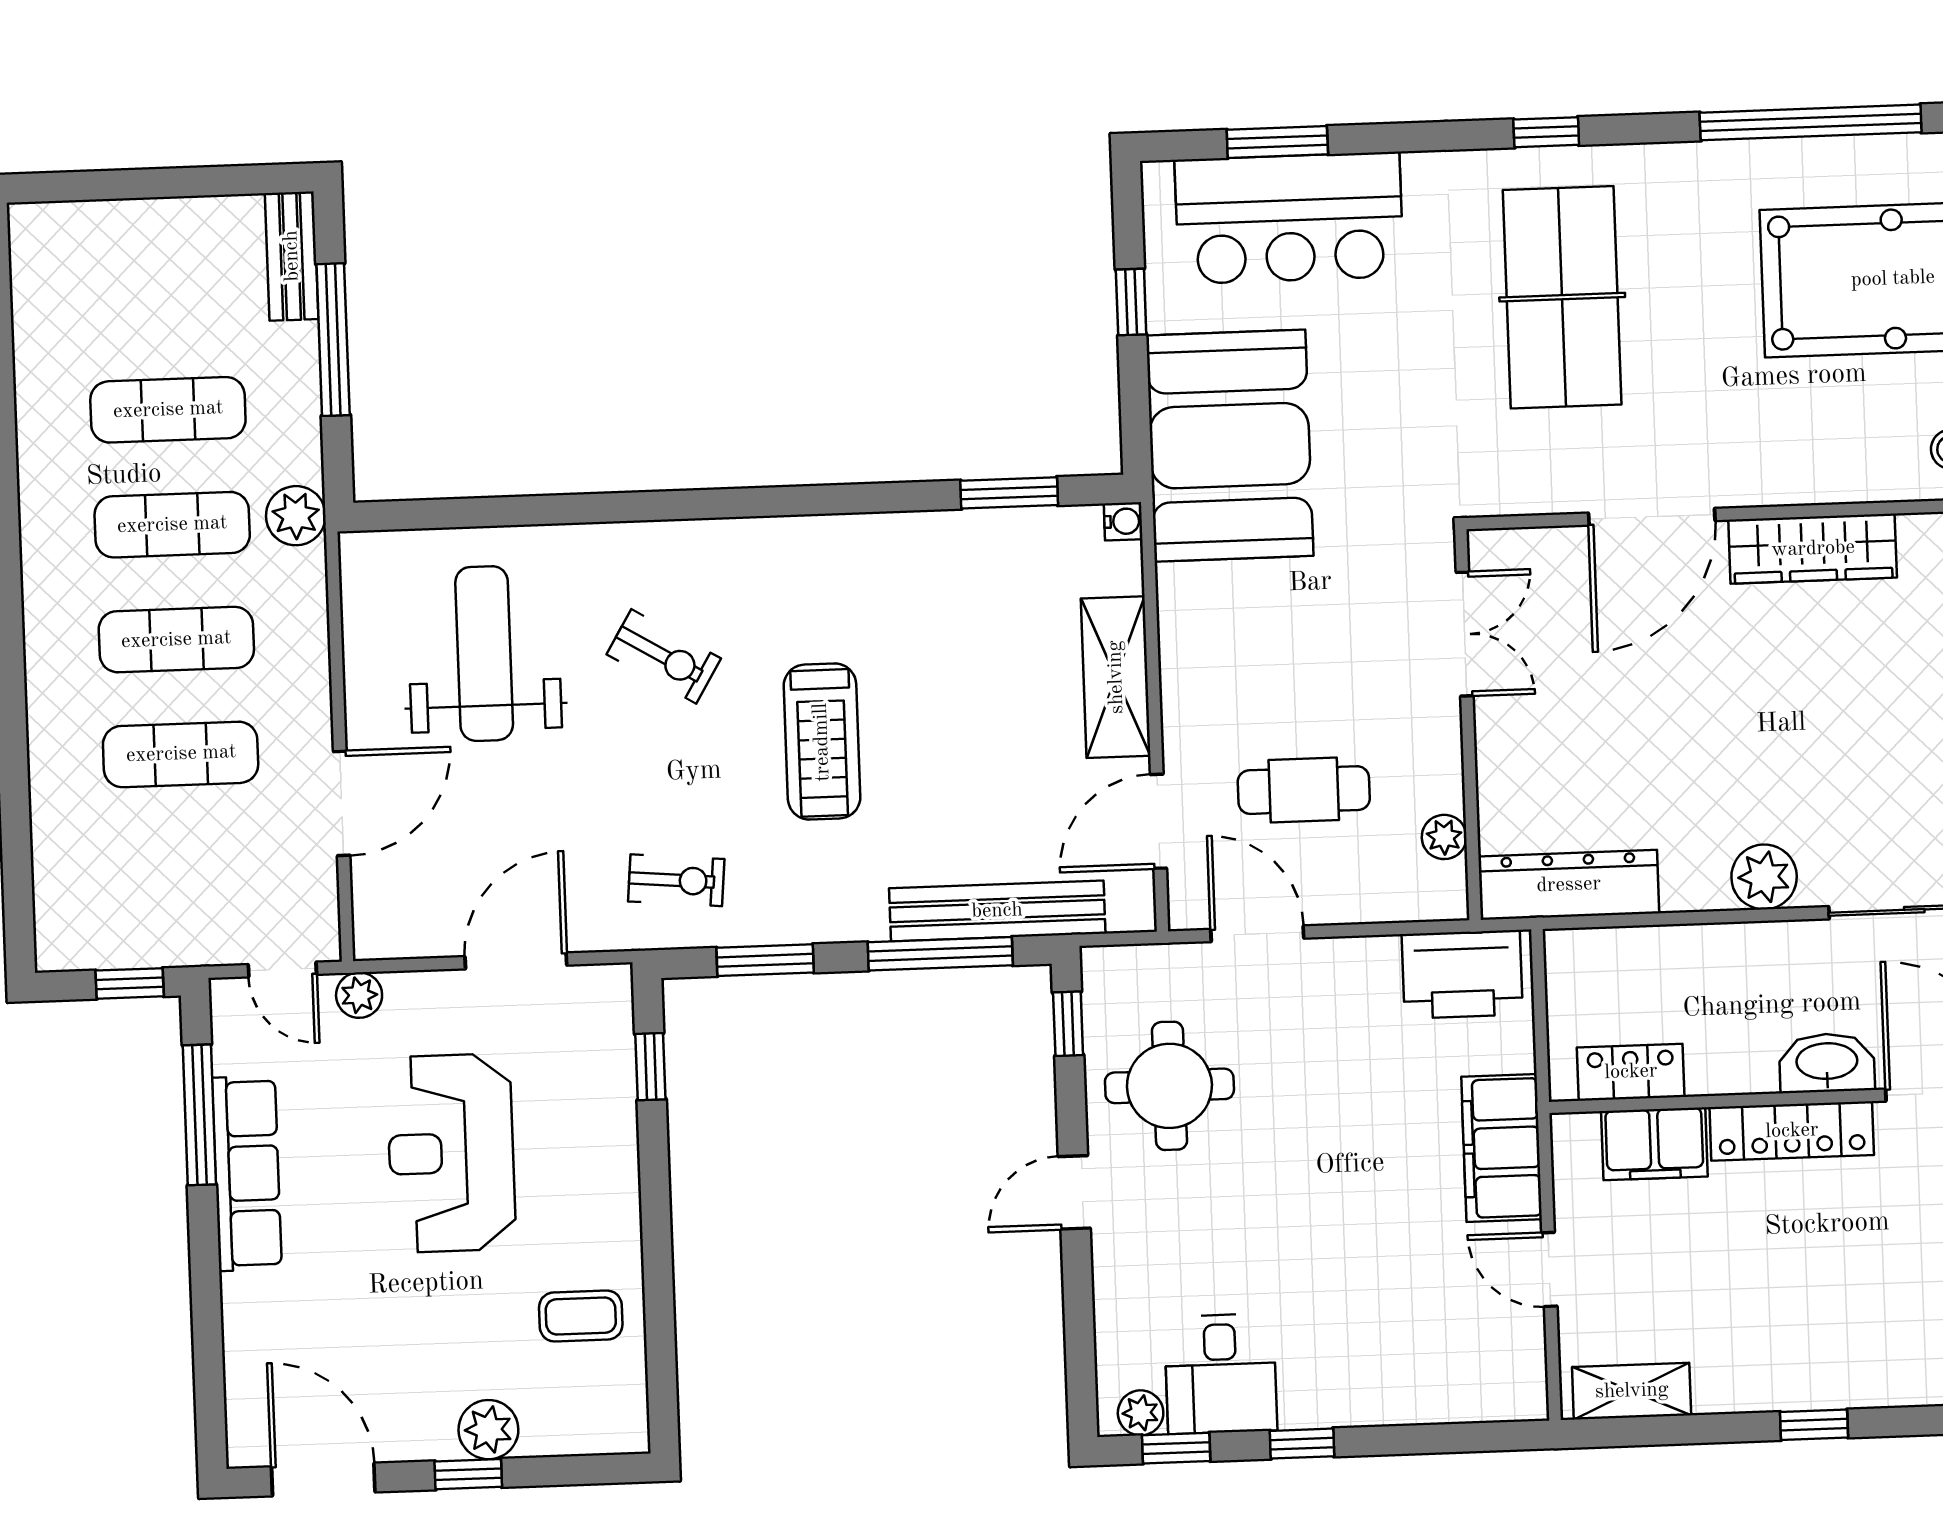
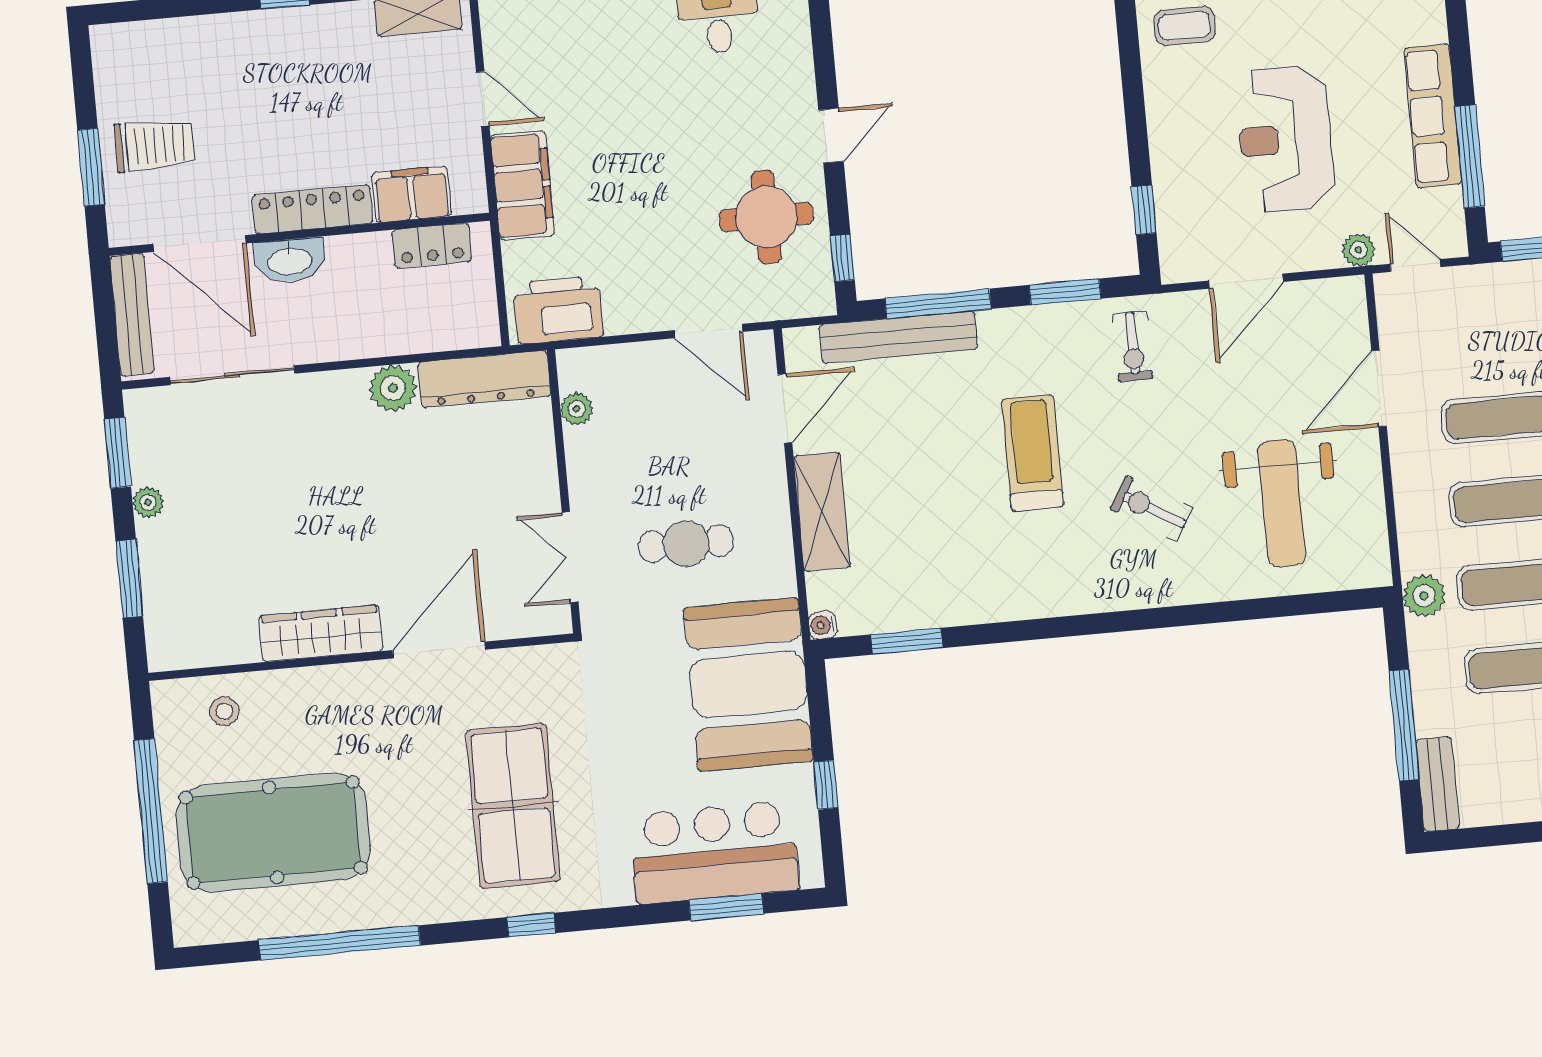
cafe table: (1304, 790) -> (686, 544), moved
plant: (1764, 877) -> (393, 388), moved
exercise bike: (676, 880) -> (1133, 346), turned -95
reception desk: (451, 1153) -> (1285, 139), turned 180

